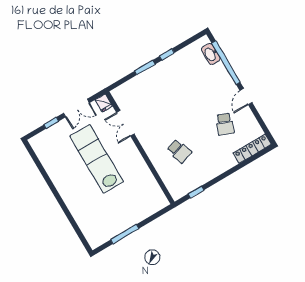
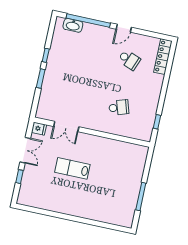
door: (246, 97) -> (124, 28), hinge flipped
lab bench: (97, 159) -> (72, 168), width x0.54, depth x0.72

